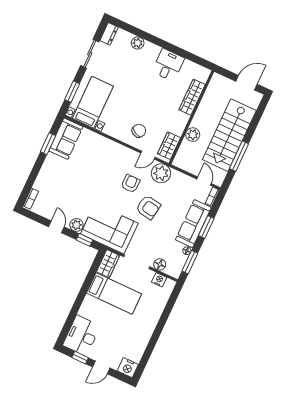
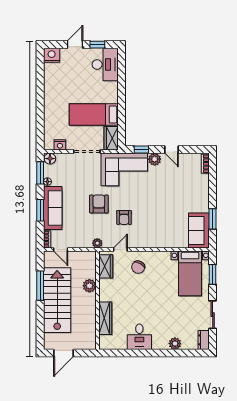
plant: (161, 173) -> (97, 243), width x0.53, depth x0.53
armchair: (148, 207) -> (99, 204), turned 81
floor lamp: (160, 264) -> (50, 159), moved

